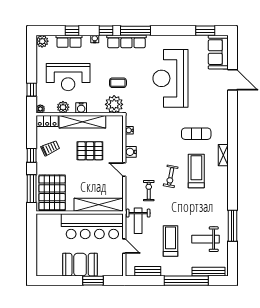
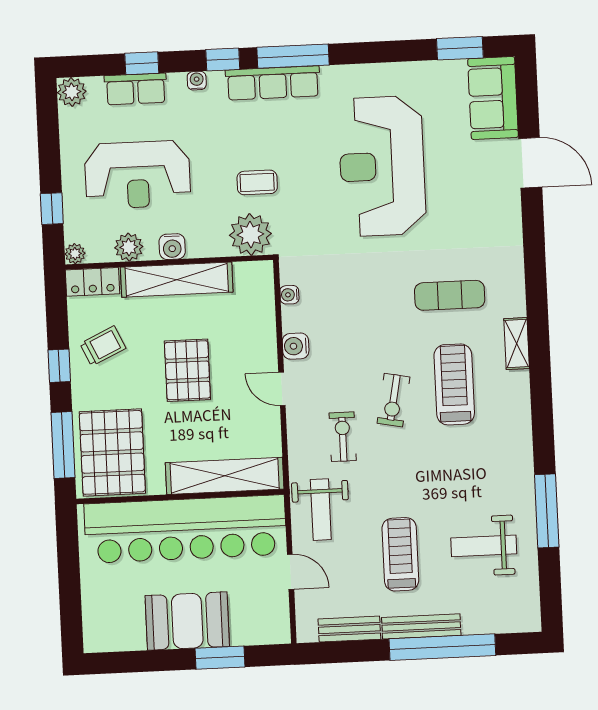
pallet: (90, 151) -> (187, 370), moved, turned 90
bar counter: (92, 226) -> (185, 529), width x1.36
bench: (208, 272) -> (421, 626), moved

